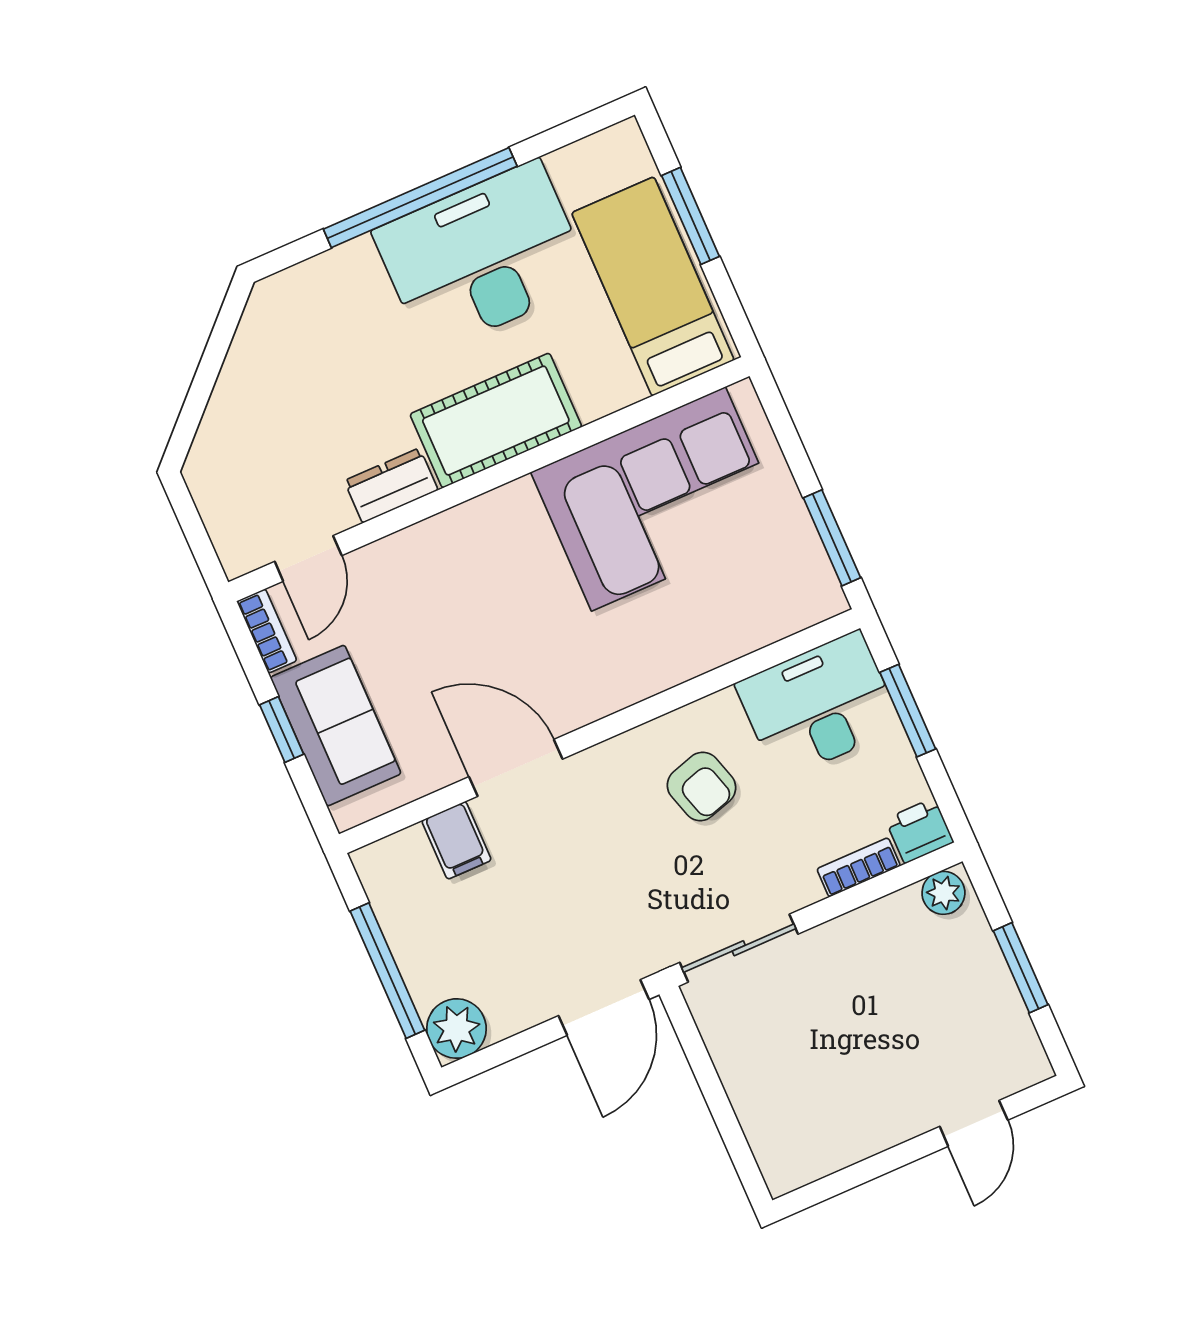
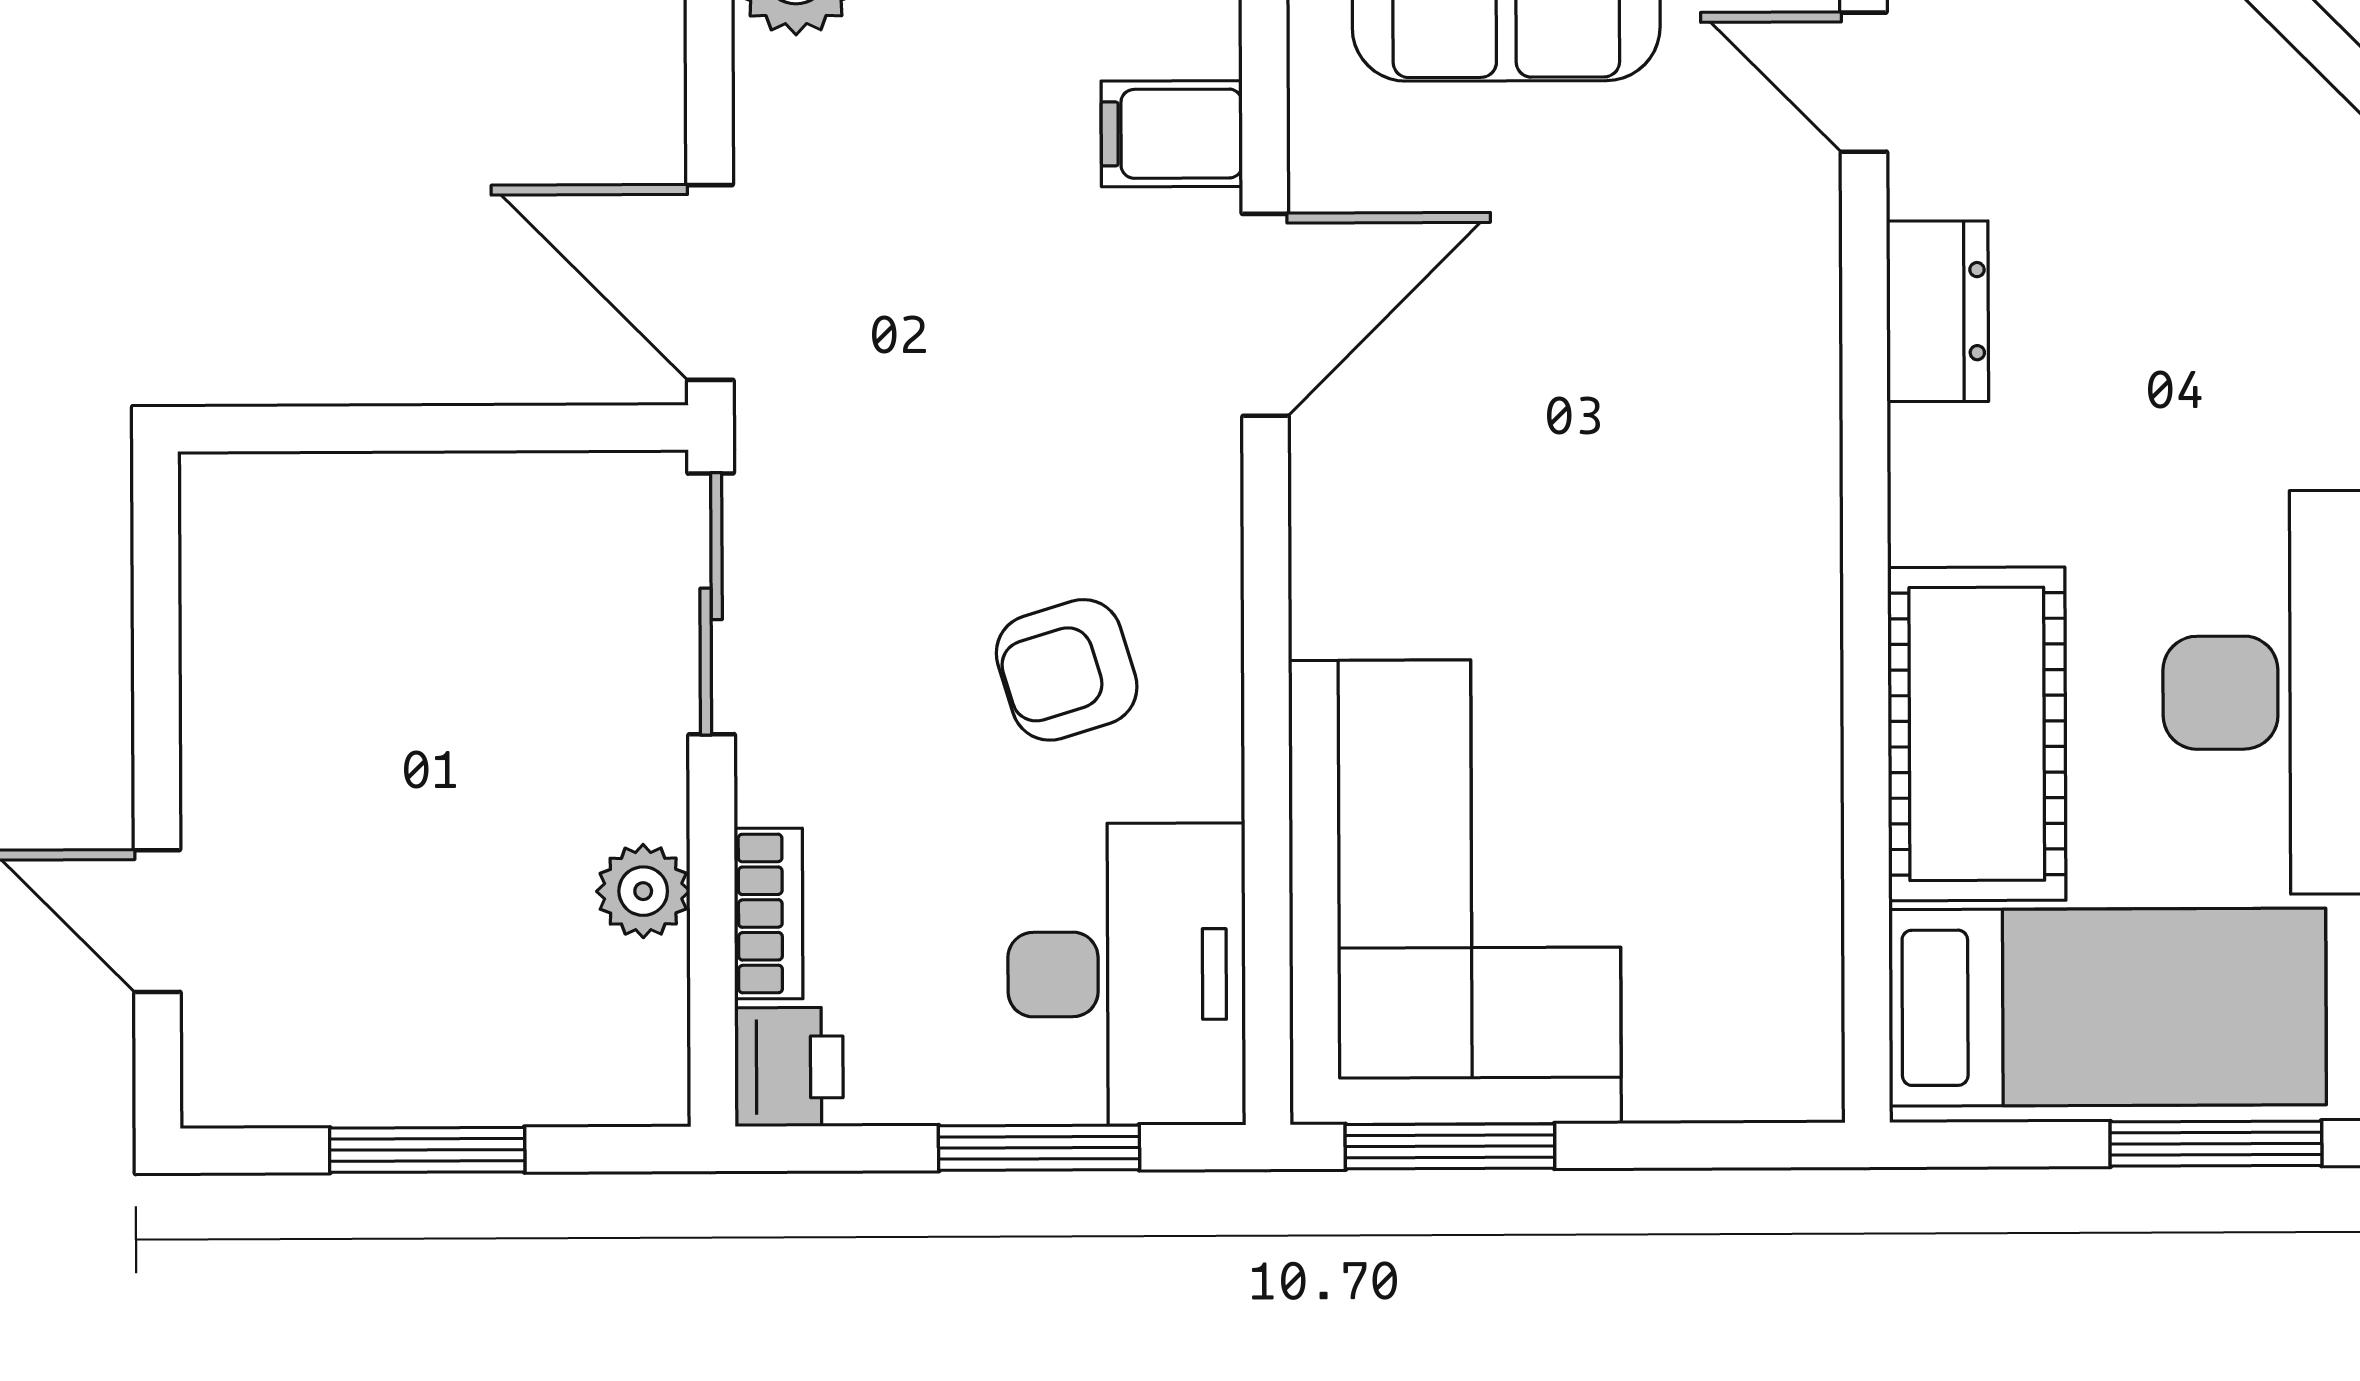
cot: (496, 421) -> (1977, 734), moved
corner sofa: (658, 499) -> (1455, 892), moved, turned 180
plant: (943, 893) -> (643, 891), moved

